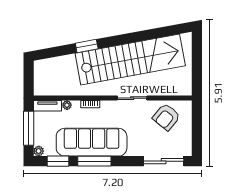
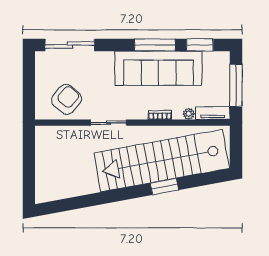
stairs: (130, 60) -> (162, 161), moved
plant: (39, 151) -> (224, 57), removed

